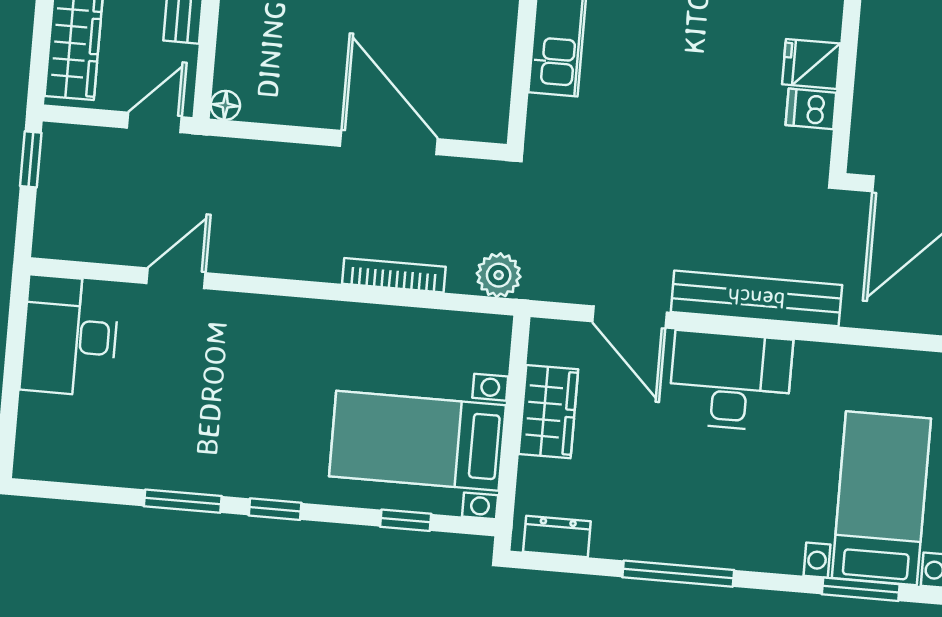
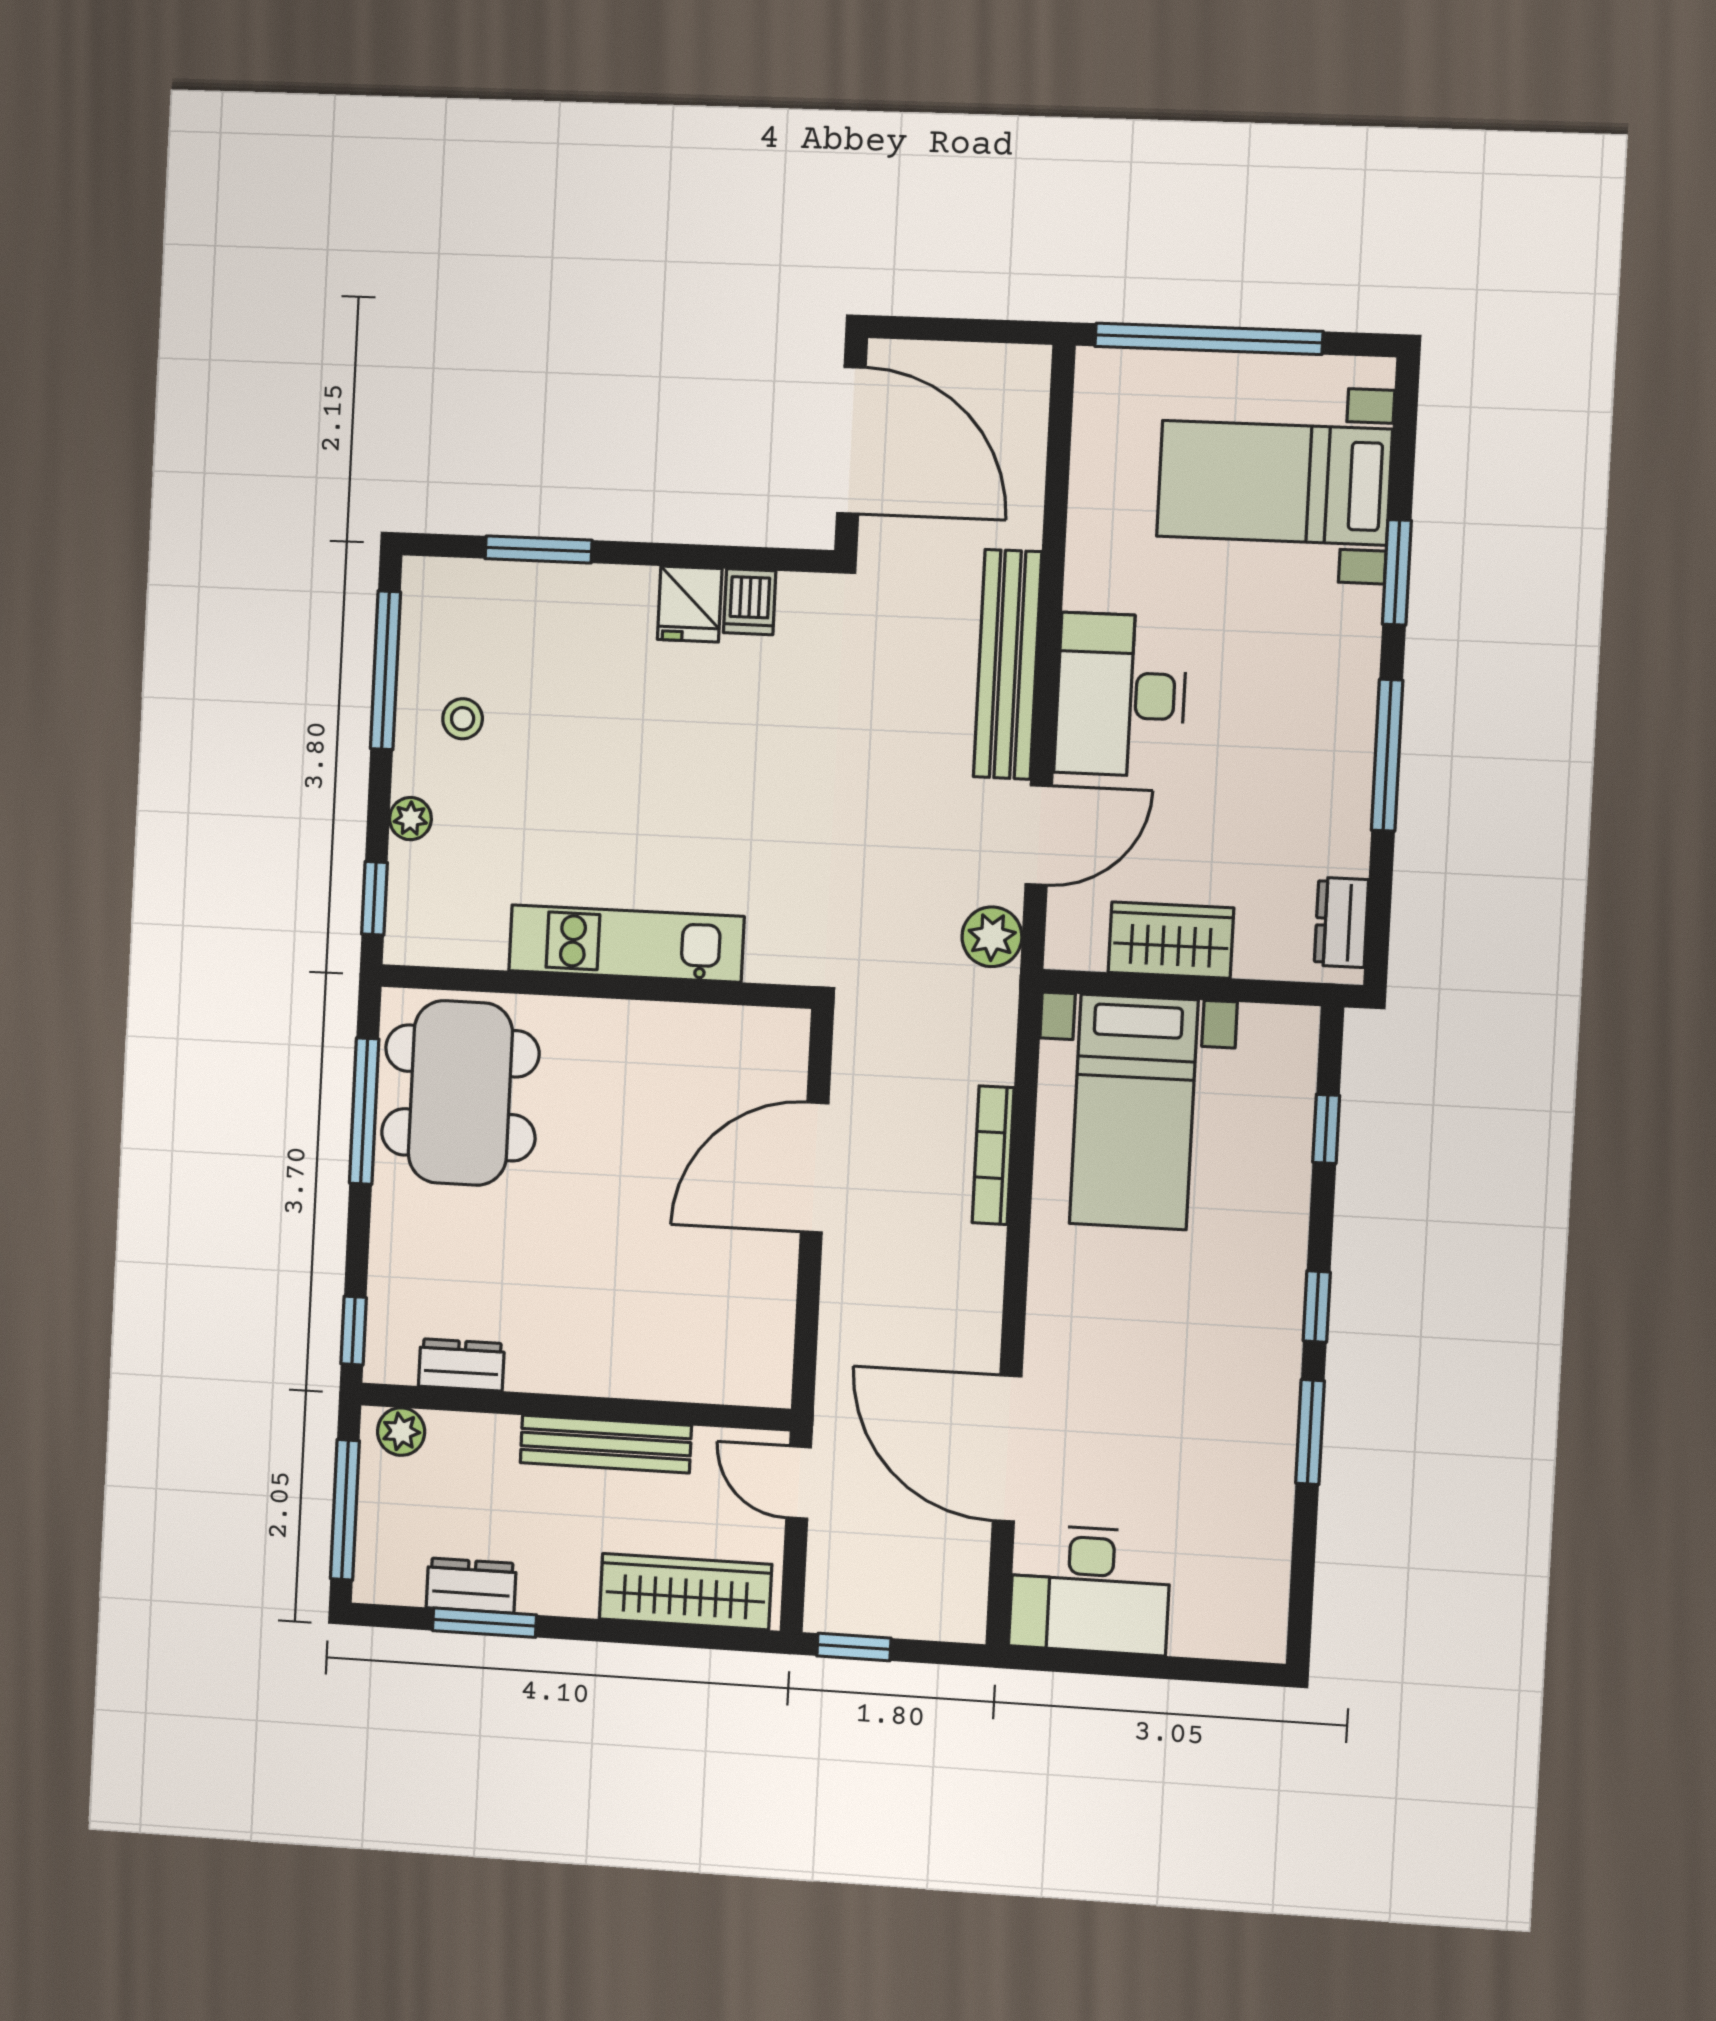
floor lamp: (225, 105) -> (772, 1388), removed
plant: (499, 275) -> (992, 937), moved
door: (176, 278) -> (1007, 1448), width x1.87
bed with nightstands: (417, 441) -> (1134, 1112), moved
window: (861, 589) -> (1397, 572), moved

